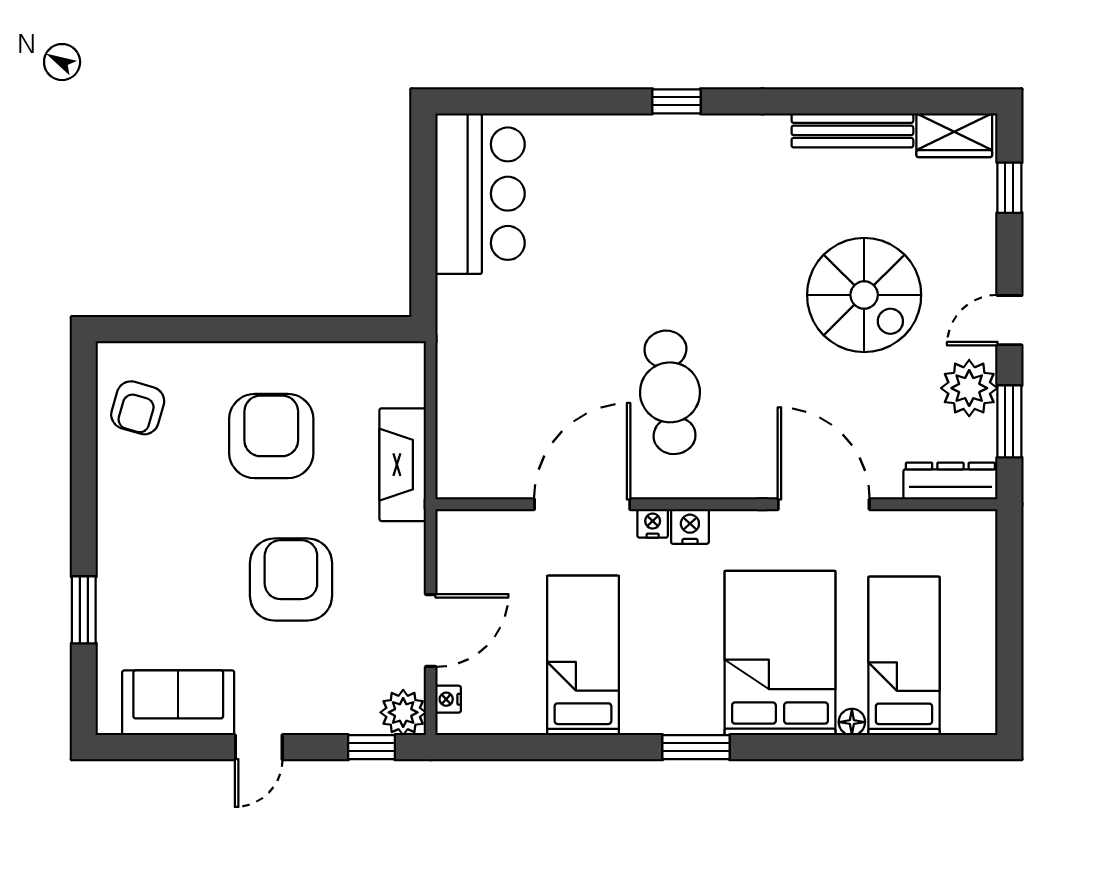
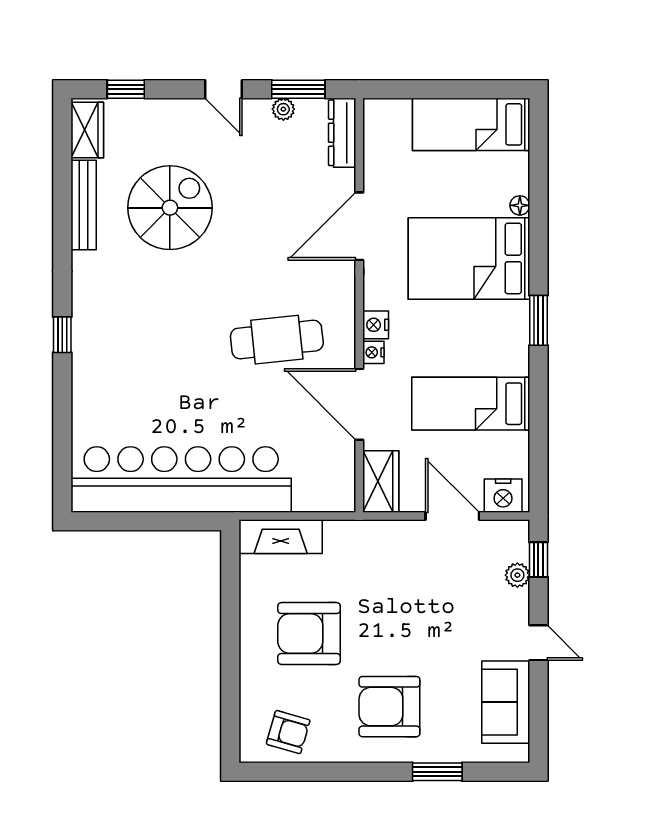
bar counter: (480, 194) -> (181, 480), width x1.86
spiral stairs: (864, 295) -> (170, 208), moved
plant: (969, 388) -> (283, 109), width x0.53, depth x0.53
fireplace: (403, 465) -> (281, 537), moved
wardrobe: (477, 533) -> (381, 482), added
armchair: (291, 579) -> (389, 707), moved
bed: (904, 656) -> (471, 124), moved
nightstand: (448, 699) -> (503, 496), width x1.89, depth x1.79
plant: (403, 712) -> (517, 575), moved, width x0.73, depth x0.73

